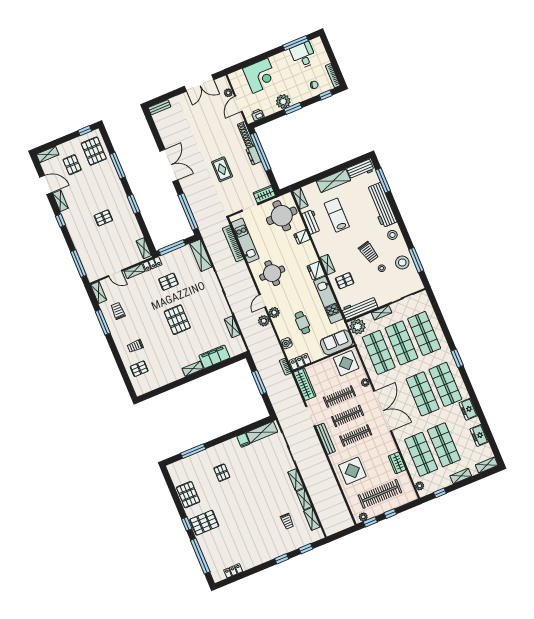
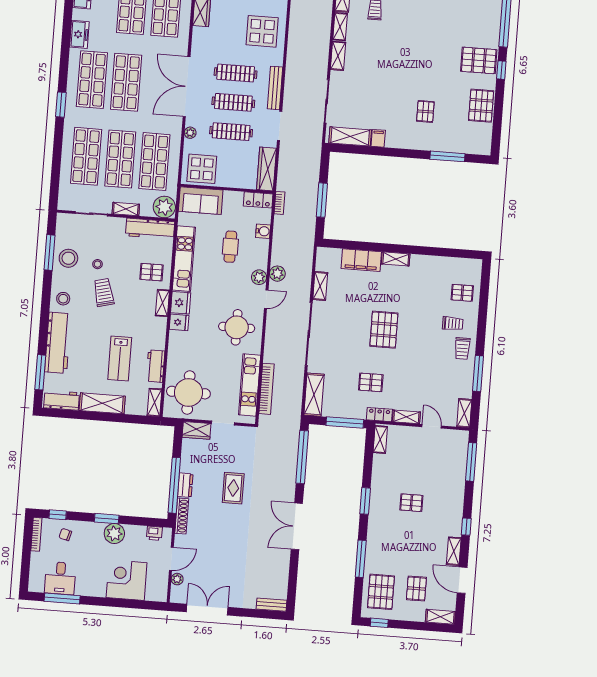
fridge: (302, 237) -> (179, 322), moved
trolley: (118, 311) -> (462, 348), moved

